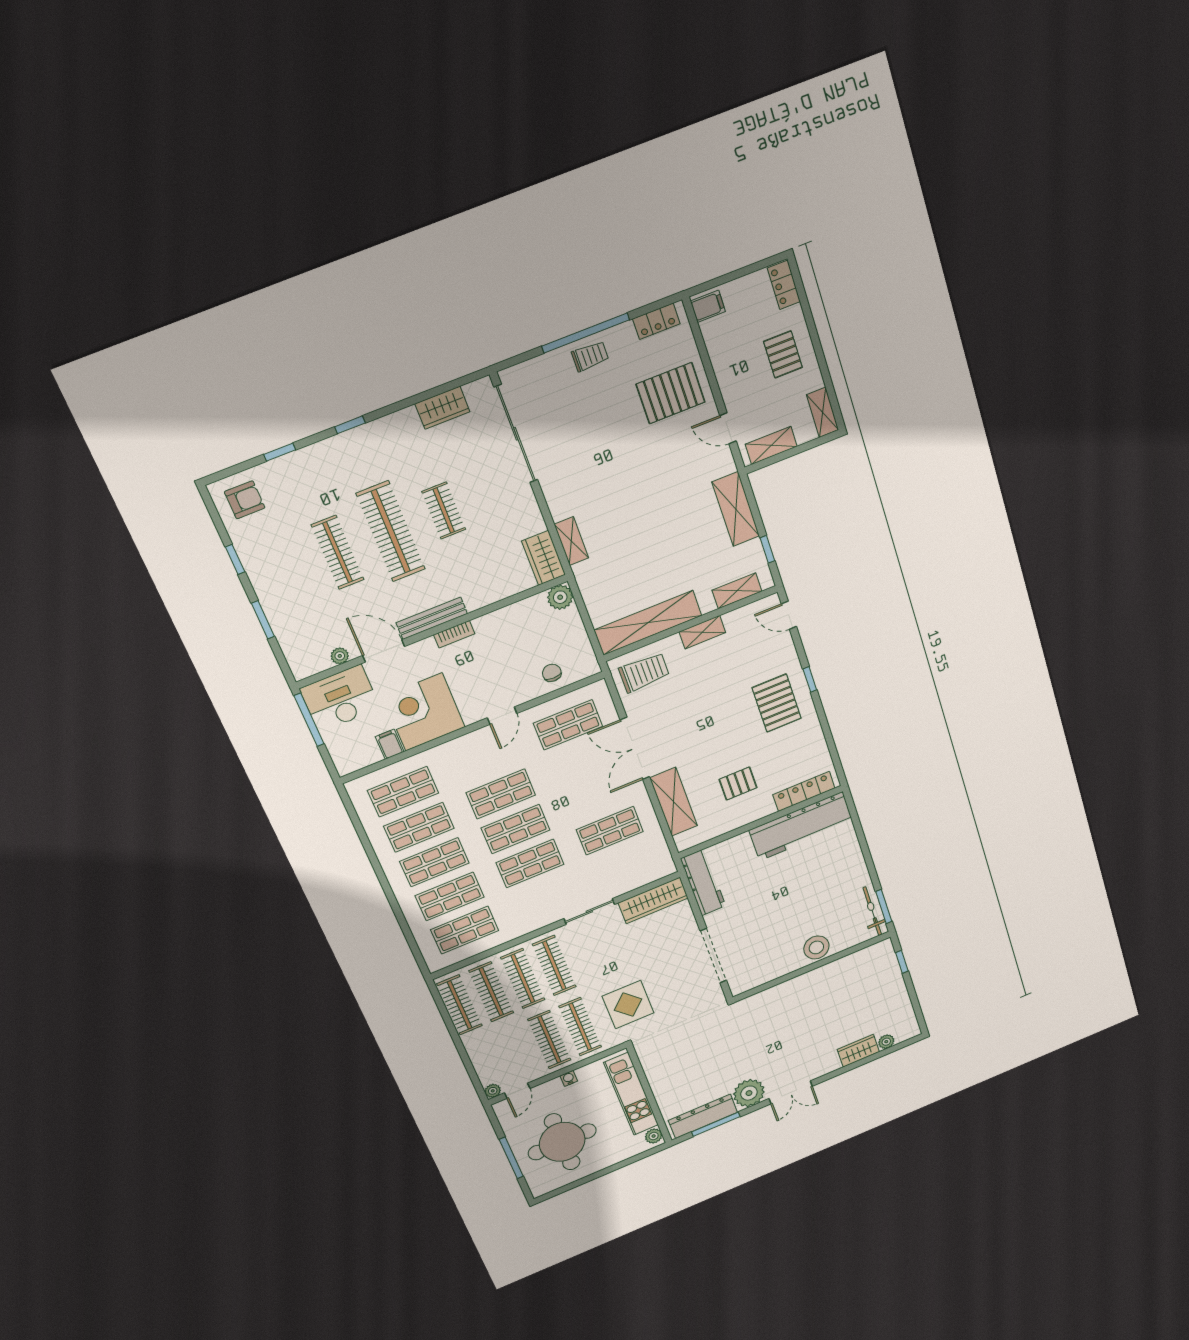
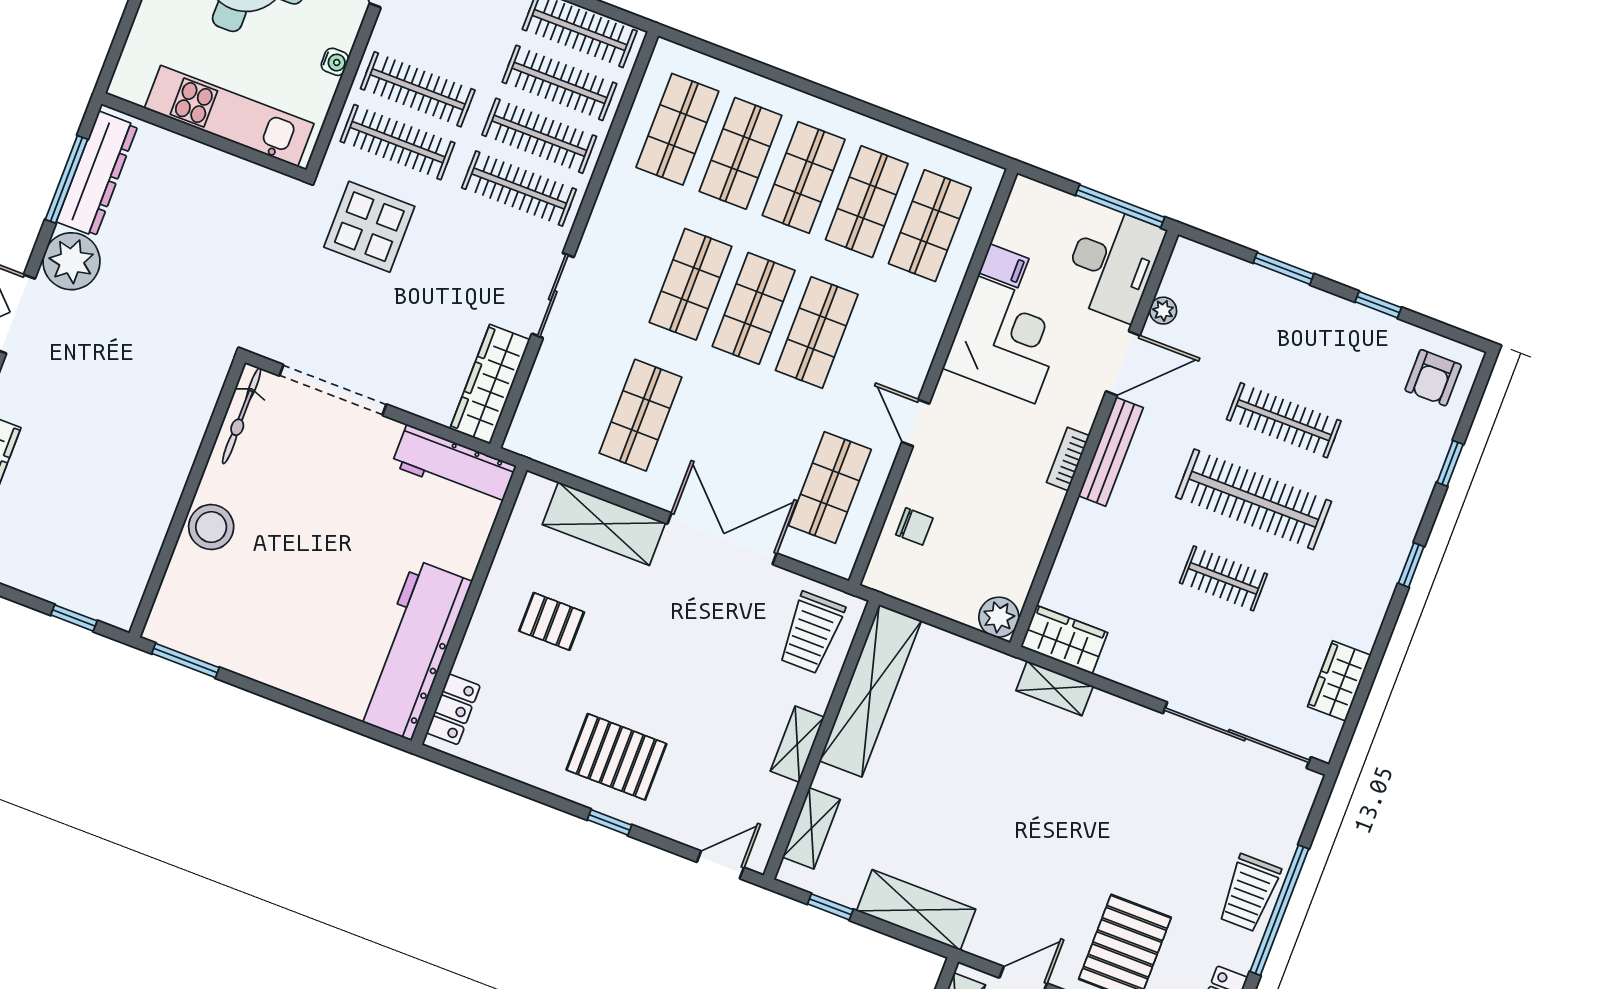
trolley: (590, 356) -> (1249, 893), width x1.36, depth x1.39
pallet: (738, 784) -> (552, 621), turned 90
locker: (804, 791) -> (453, 709), width x0.66
bicycle: (872, 911) -> (242, 416), moved, turned 90
plant: (654, 1136) -> (133, 88), removed

